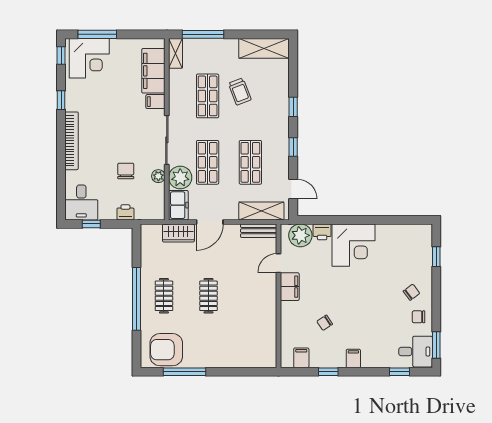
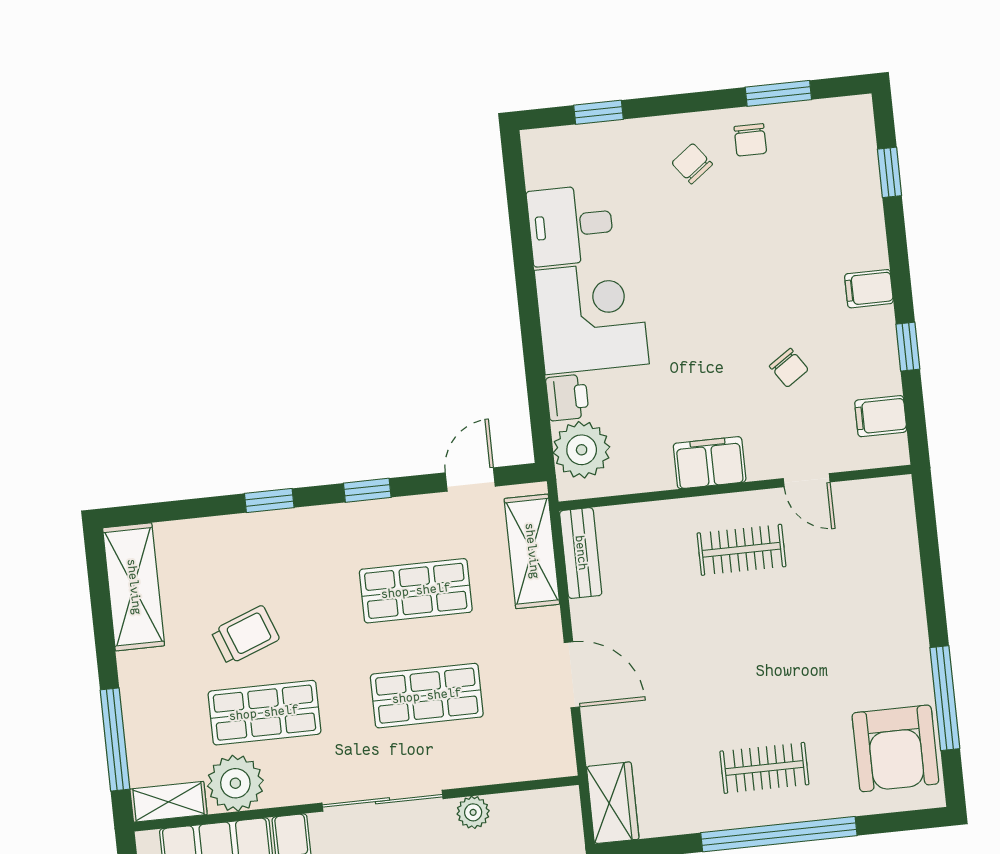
plant: (180, 178) -> (235, 783), moved
freezer: (178, 205) -> (539, 756), removed
wardrobe: (178, 233) -> (613, 803), moved
door: (278, 263) -> (807, 480), moved
clothes rail: (209, 296) -> (741, 550), moved
window: (436, 345) -> (778, 93), moved
desk: (416, 352) -> (571, 225), moved, turned -90

